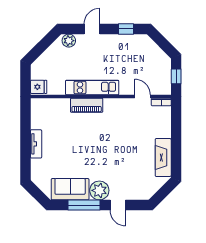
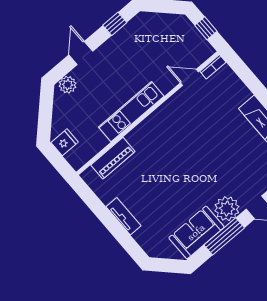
fridge: (39, 87) -> (65, 142), moved
piano: (87, 105) -> (113, 158), moved

